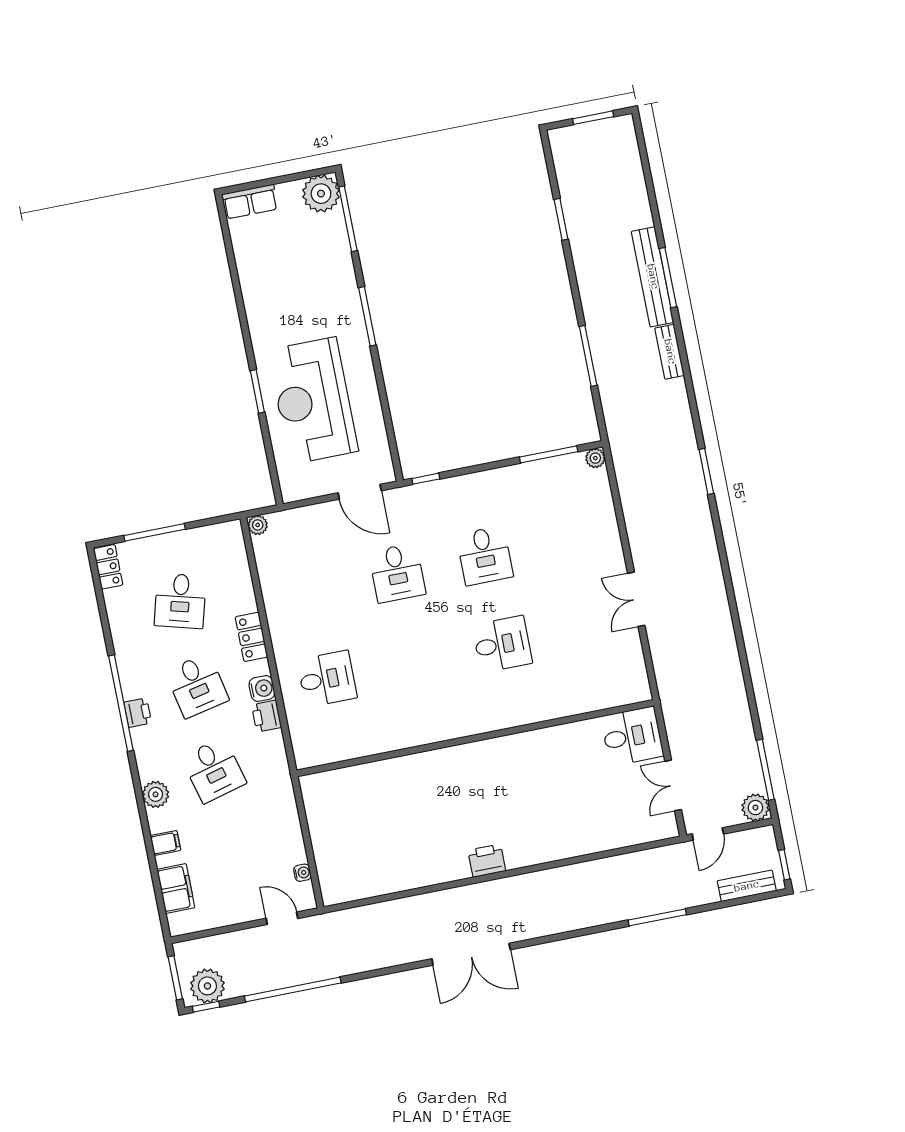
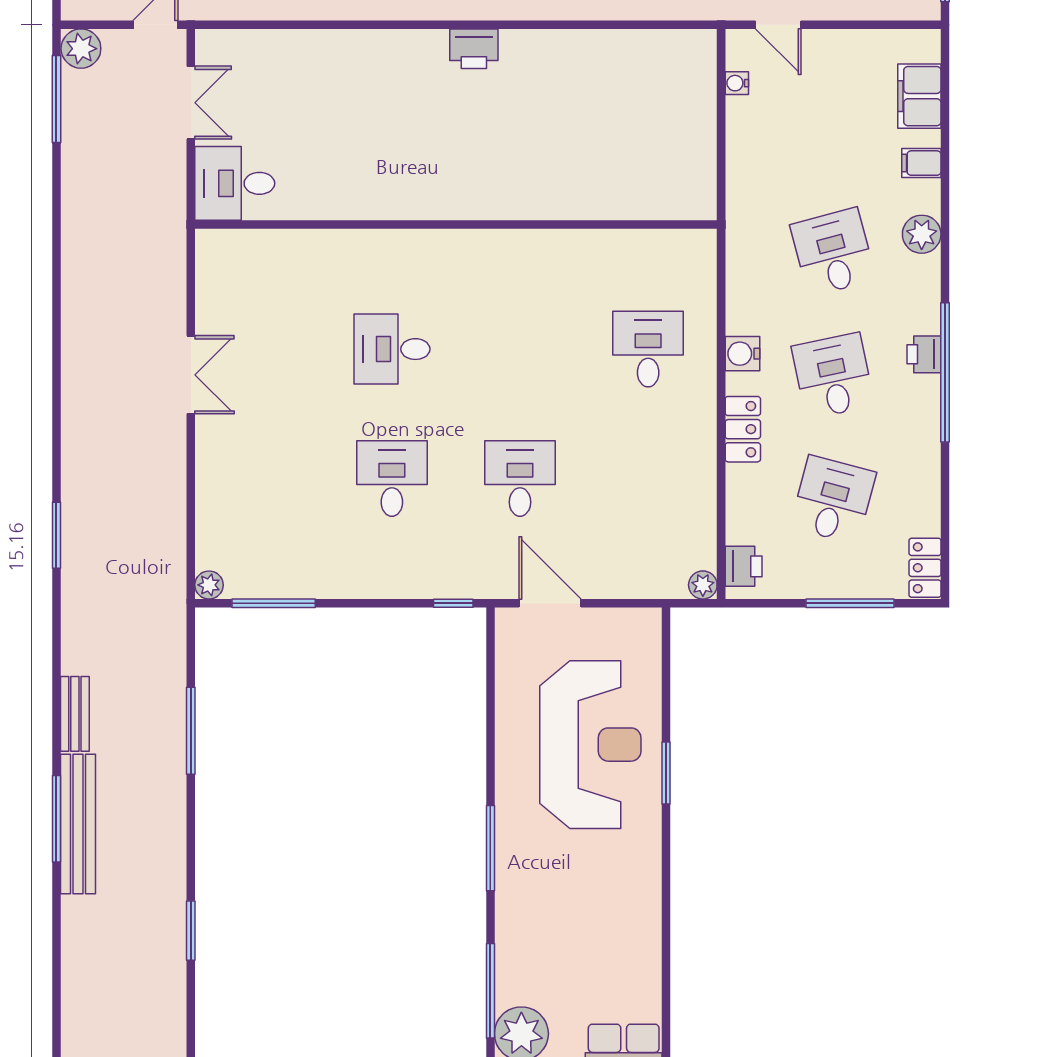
desk: (327, 679) -> (648, 349), turned 90
printer: (267, 716) -> (744, 566), moved

